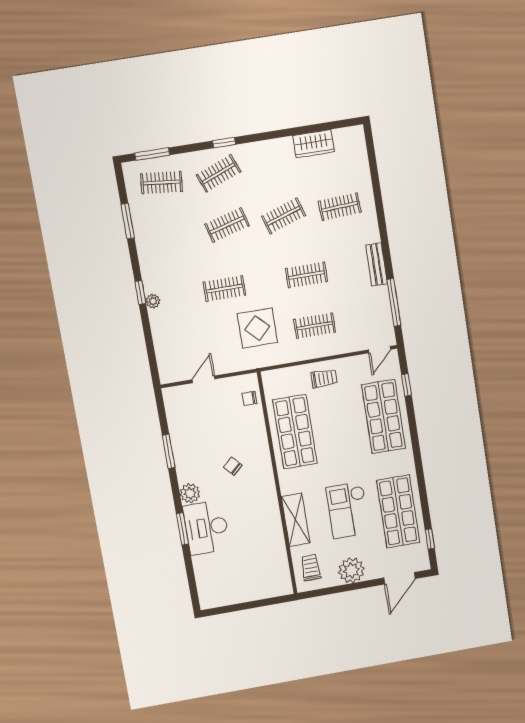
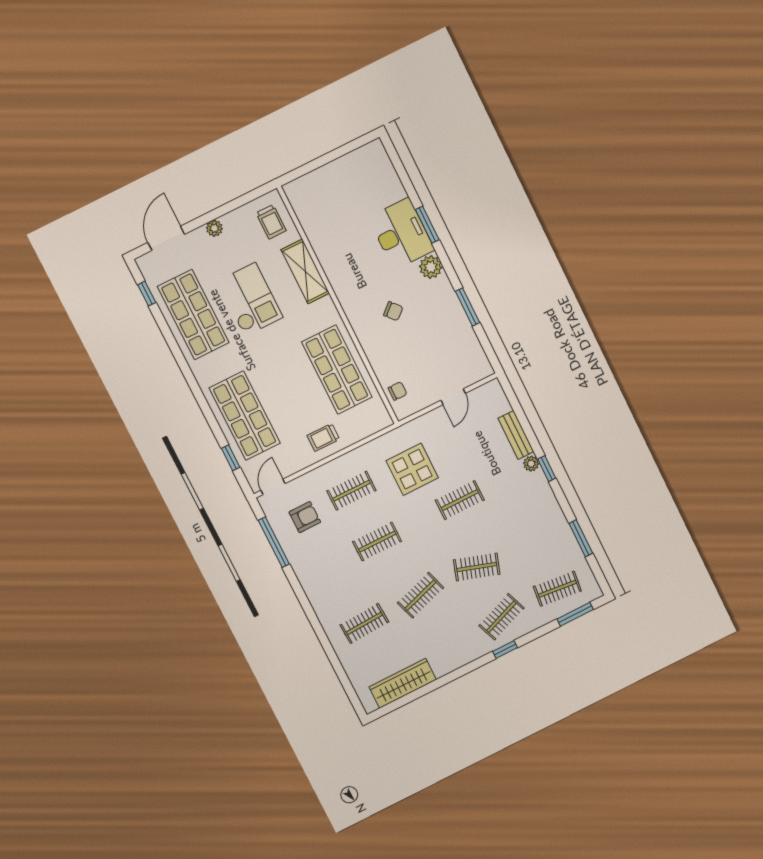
wardrobe: (314, 144) -> (403, 683), width x1.50
clothes rail: (227, 225) -> (477, 567), turned 33
bench: (377, 264) -> (516, 435), moved
armchair: (361, 316) -> (305, 517), added
plant: (351, 570) -> (214, 228), width x0.53, depth x0.53

